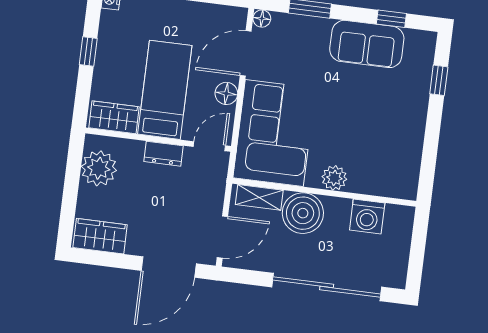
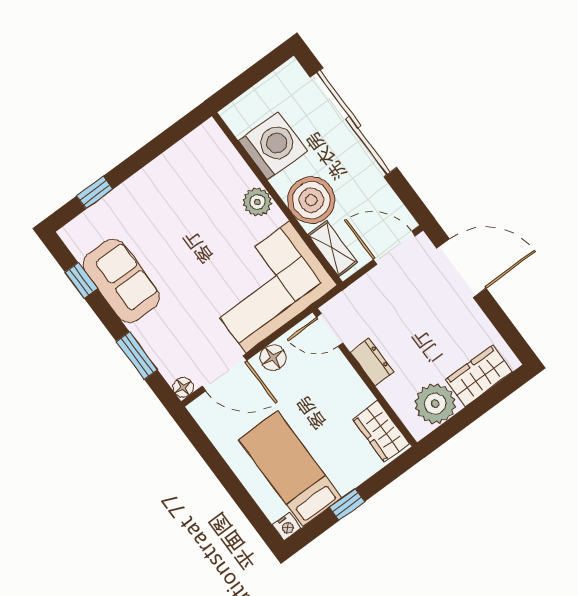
bed: (165, 90) -> (290, 469), moved, turned 90
washing machine: (367, 217) -> (273, 146), width x1.37, depth x1.37
wardrobe: (100, 236) -> (479, 376), moved, turned 90

